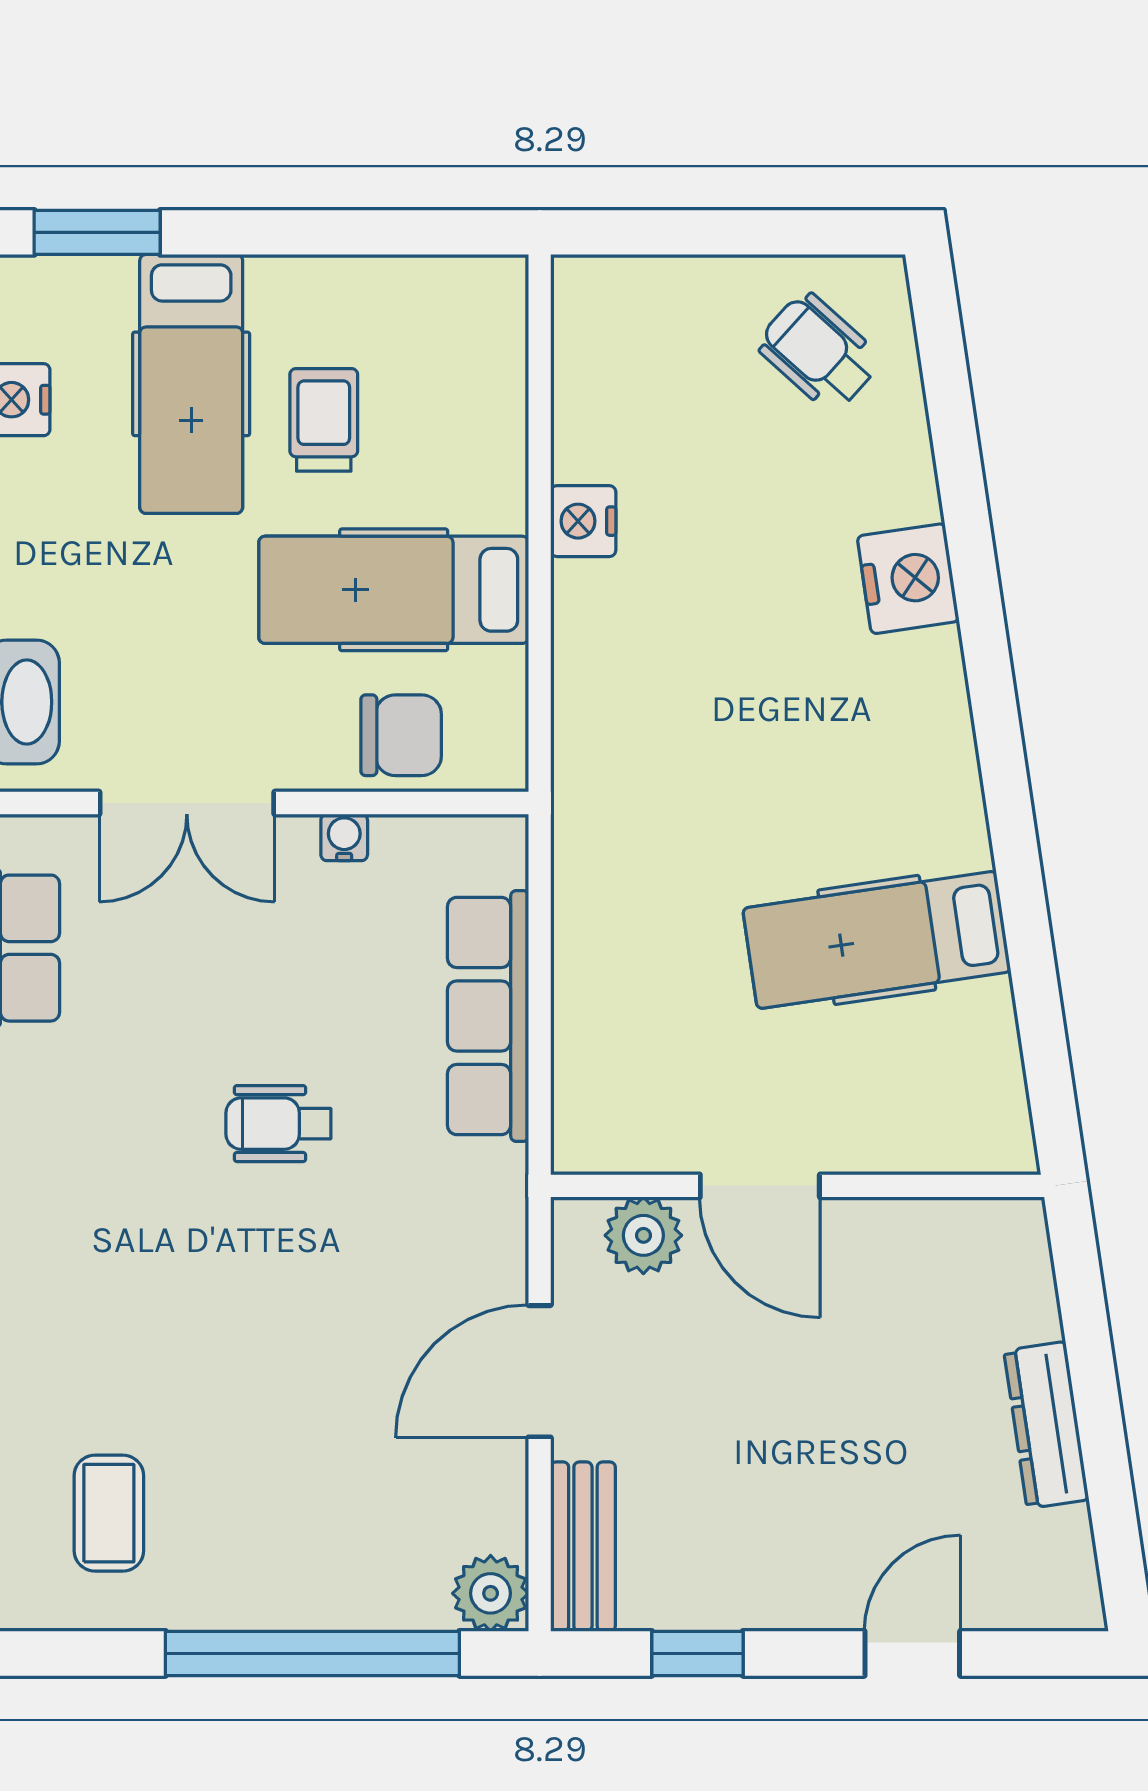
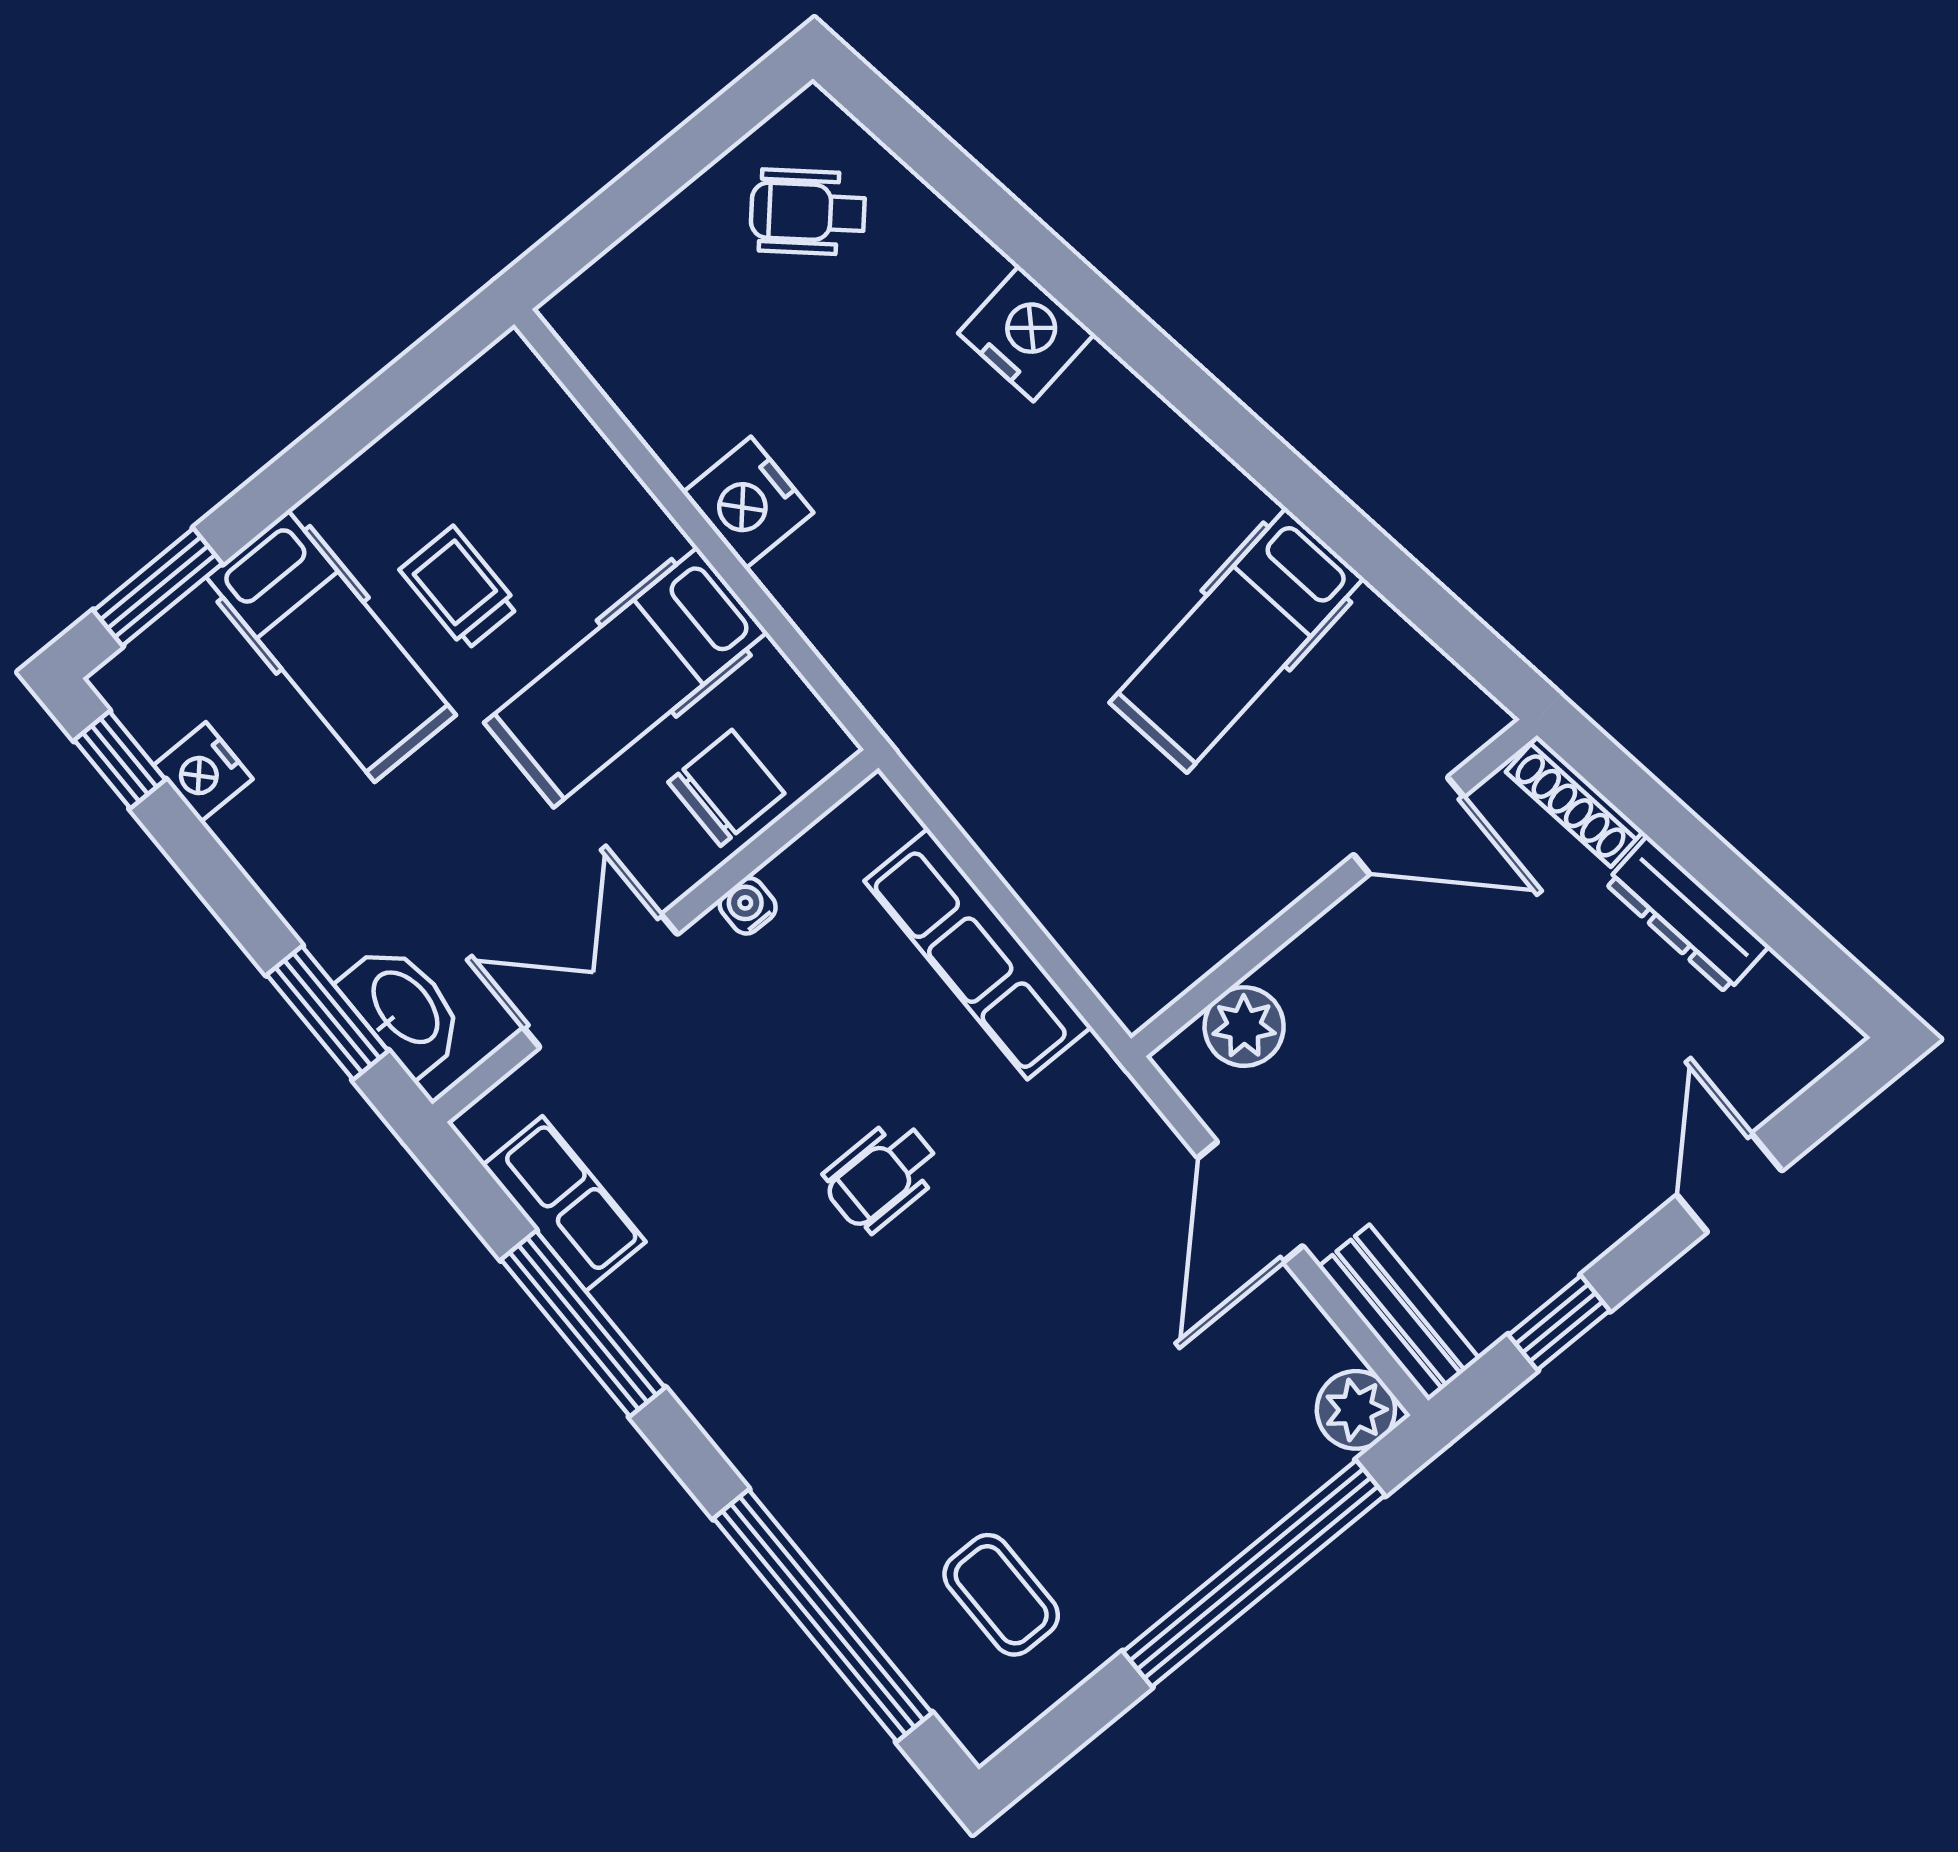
nightstand: (583, 521) -> (748, 503), width x1.36, depth x1.33
double door: (187, 803) -> (601, 981), swing flipped
door: (760, 1186) -> (1409, 826), moved
shoe rack: (1031, 1270) -> (1574, 802), added

